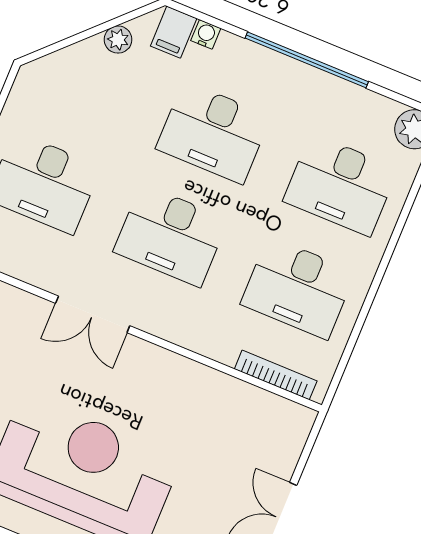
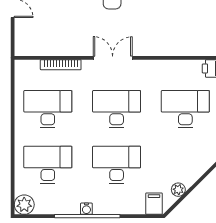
water cooler: (206, 34) -> (86, 209), moved
double door: (93, 314) -> (113, 58), moved
bookcase: (276, 375) -> (61, 65), moved

